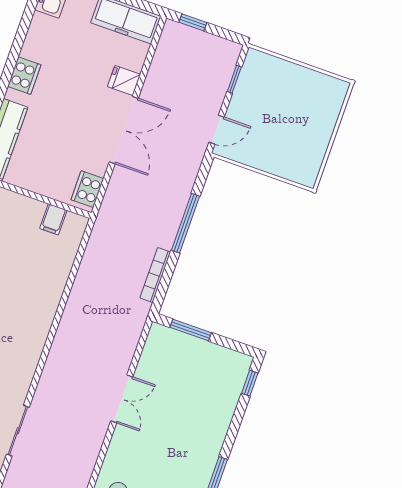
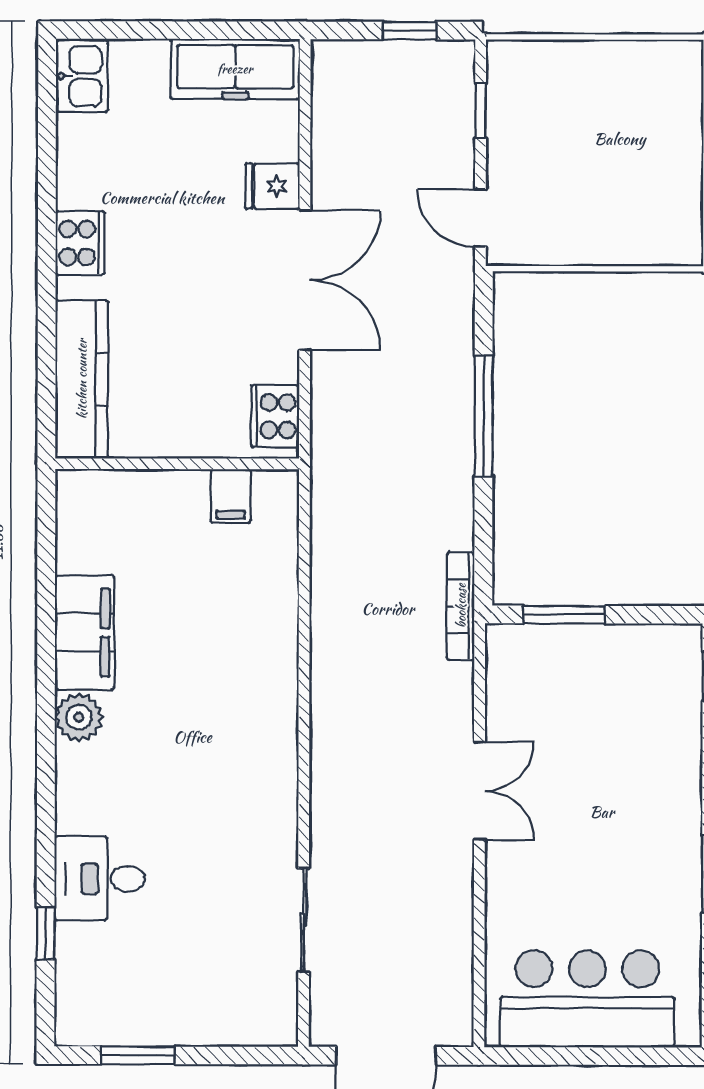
window: (193, 22) -> (410, 31), moved
door: (217, 130) -> (480, 218), swing flipped
bookcase: (155, 275) -> (461, 606), moved

